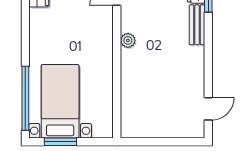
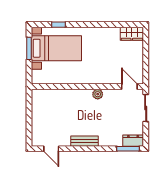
bench: (197, 25) -> (85, 141), moved
window: (25, 98) -> (58, 25), width x0.32

